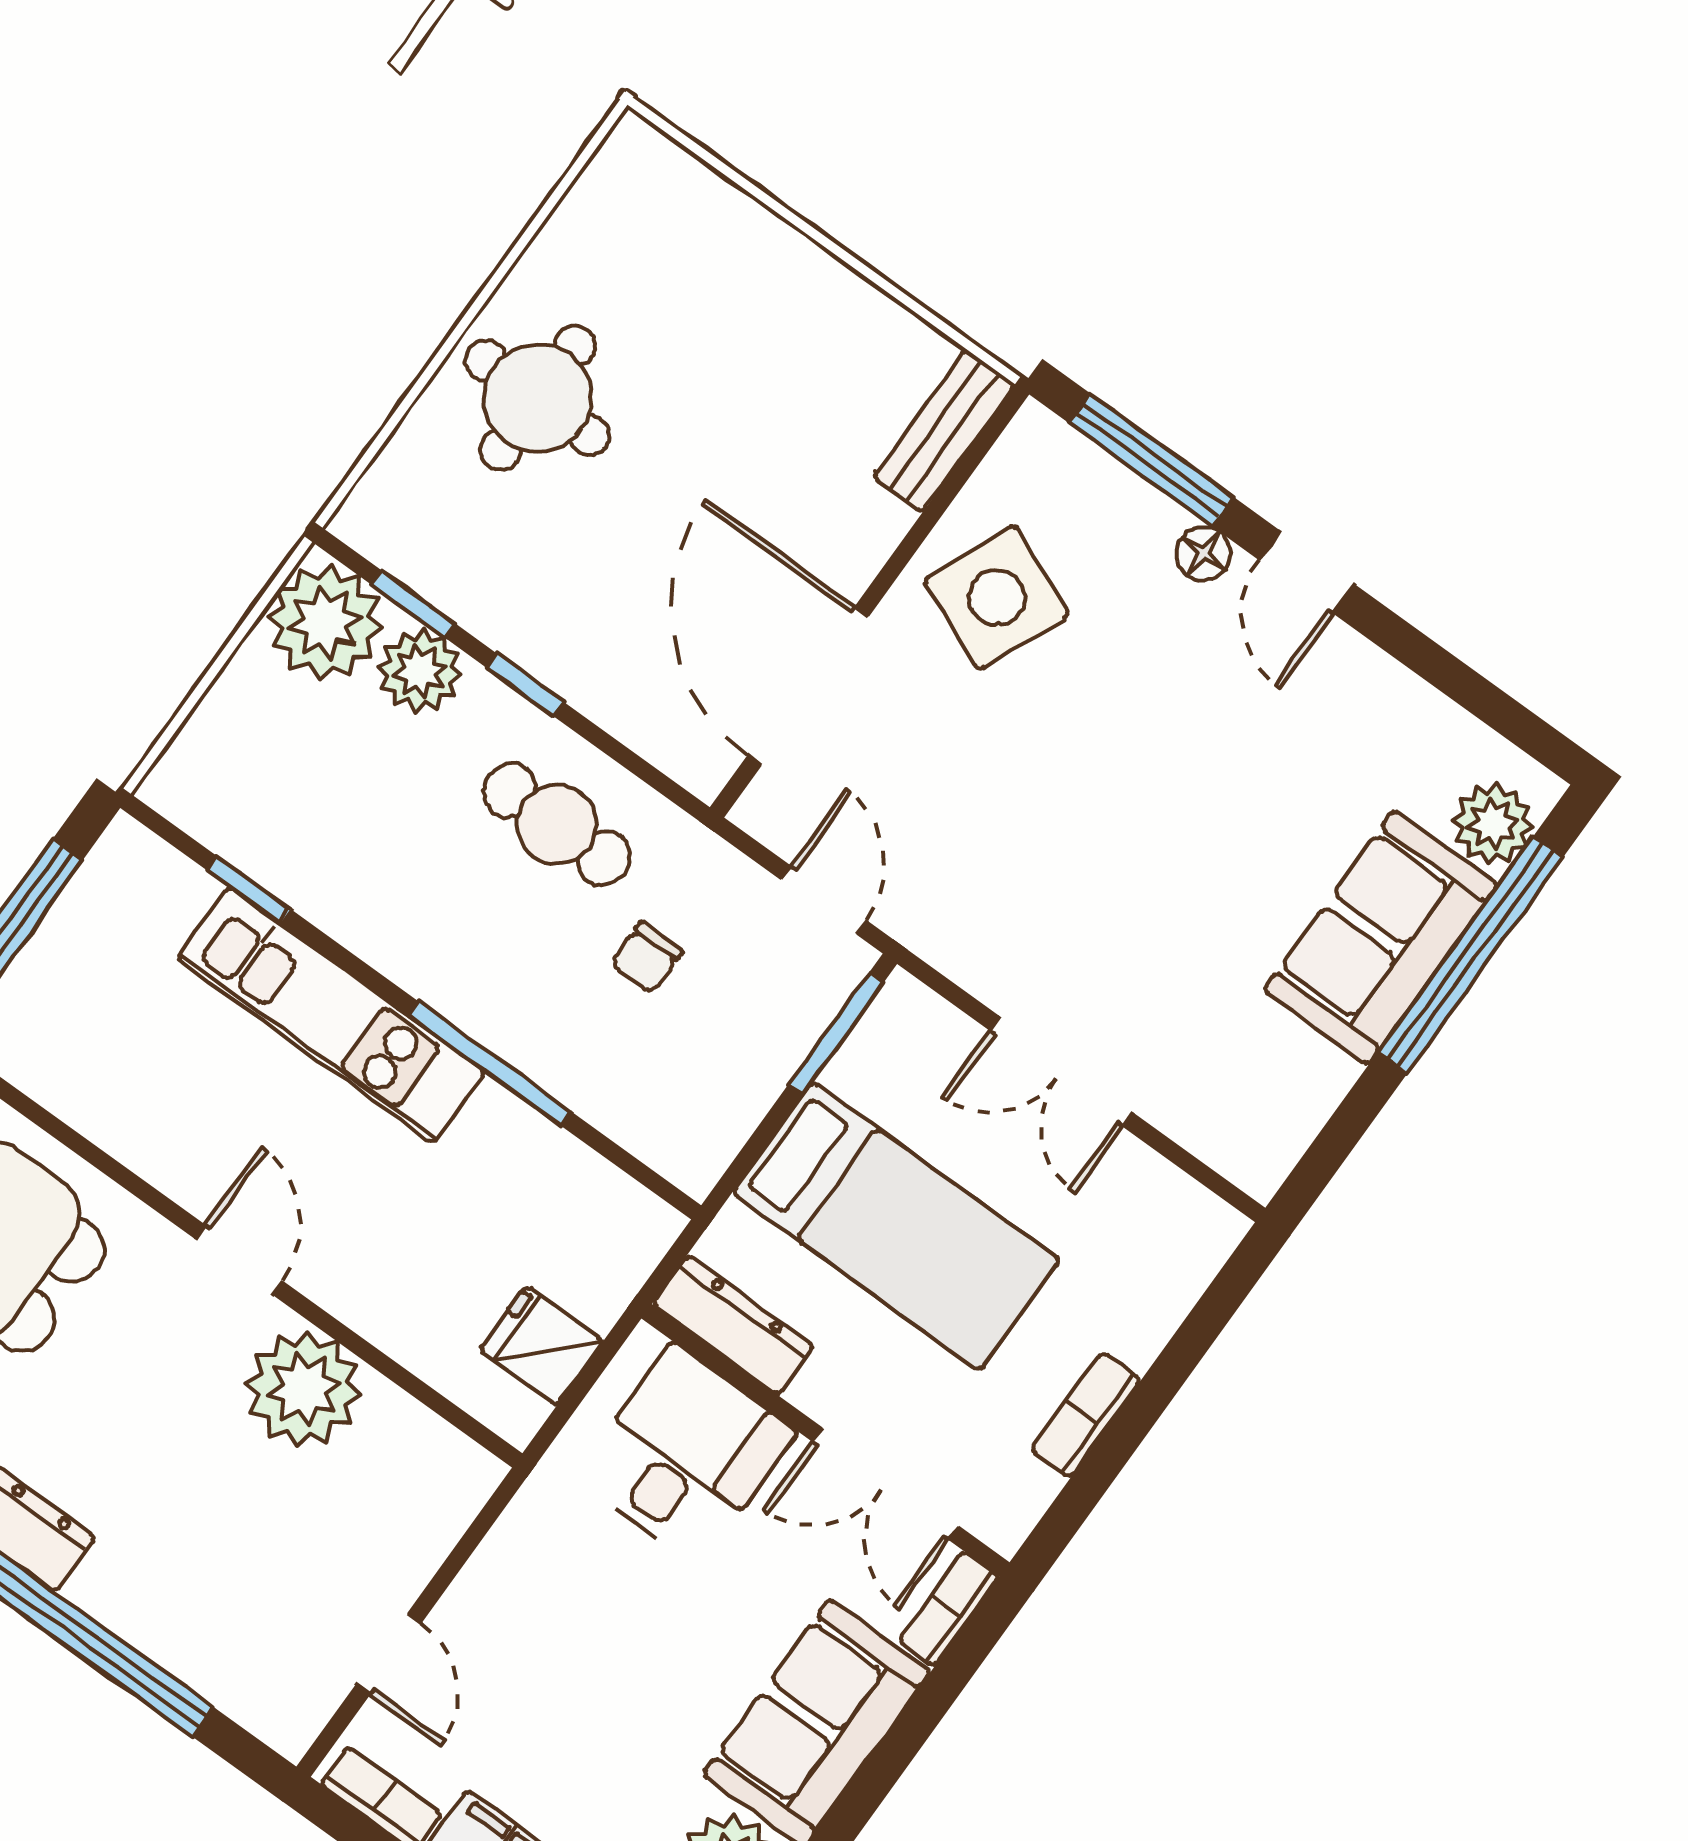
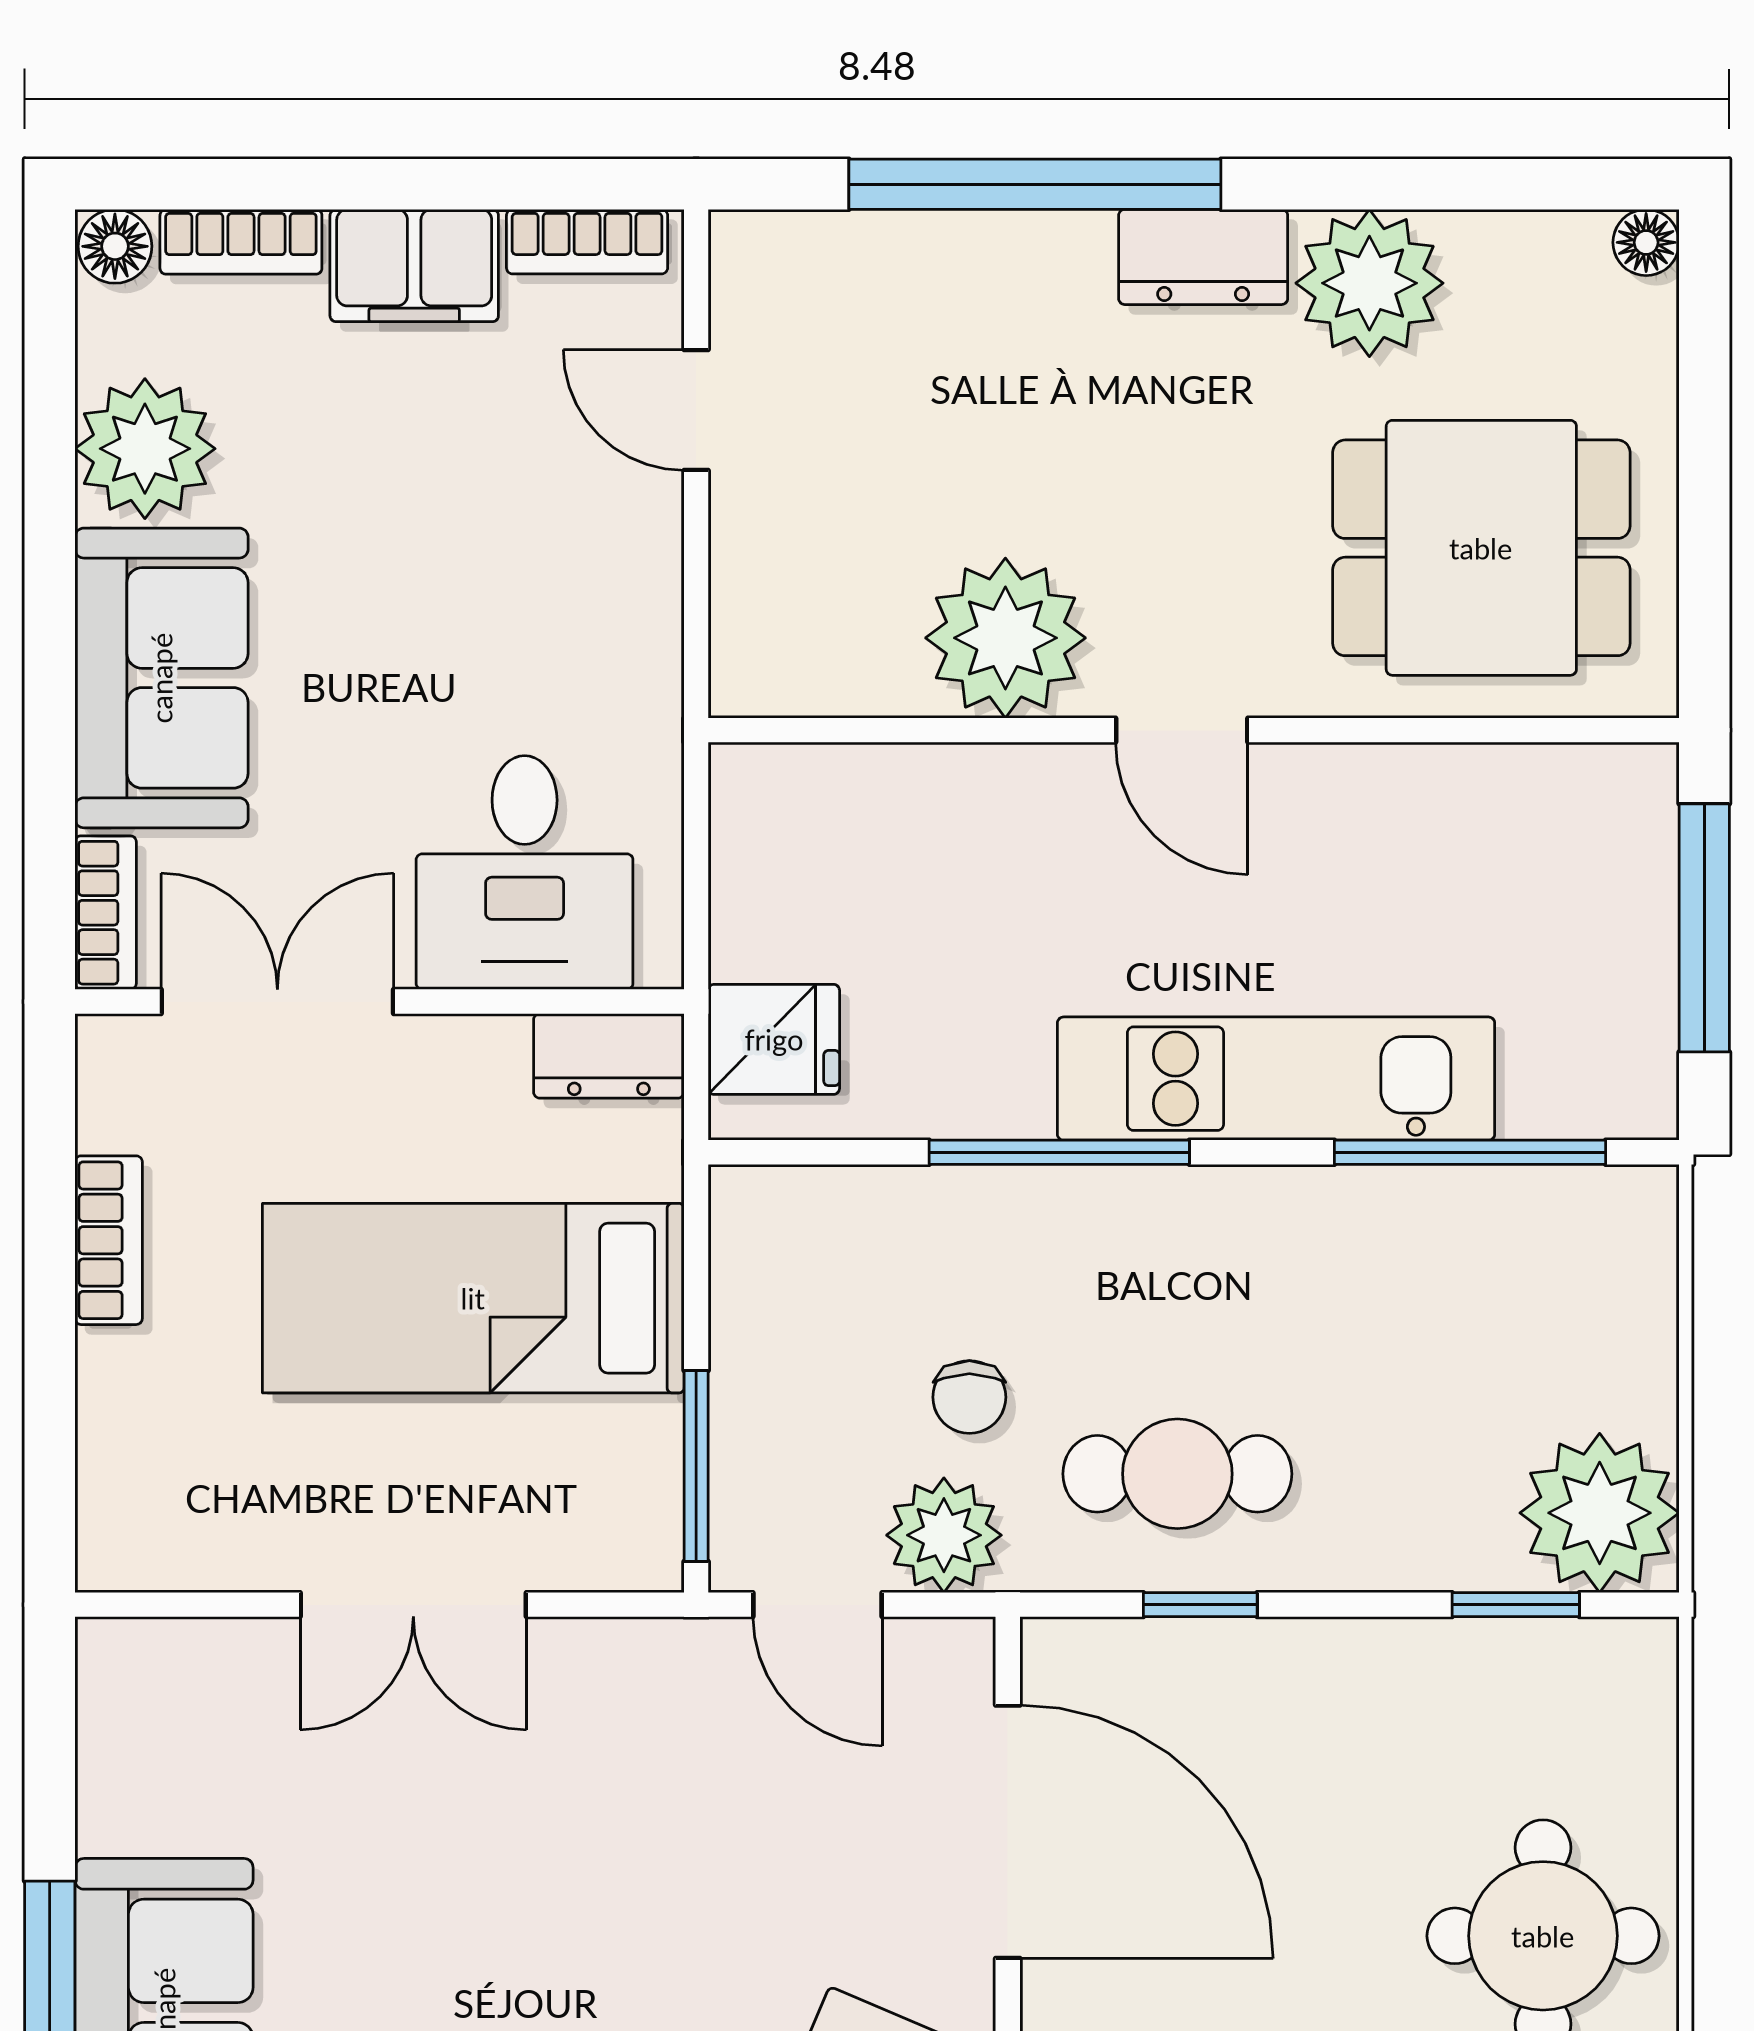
plant: (420, 671) -> (944, 1535), moved
window: (525, 685) -> (1200, 1605), moved
window: (248, 889) -> (1470, 1152), width x2.17
chair: (646, 958) -> (969, 1397), turned 180
double door: (1061, 1071) -> (413, 1605), swing flipped
dresser: (733, 1325) -> (609, 1056), width x0.70
fridge: (541, 1346) -> (774, 1039), moved

